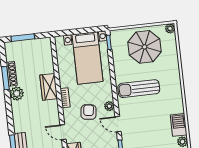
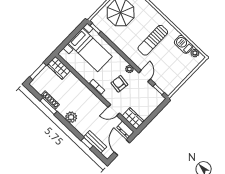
wardrobe: (49, 87) -> (59, 68), moved
sun lounger: (139, 89) -> (153, 40), moved
plant: (17, 93) -> (71, 117), moved
door: (118, 124) -> (145, 76), swing flipped

